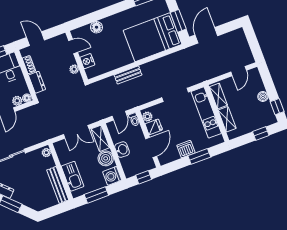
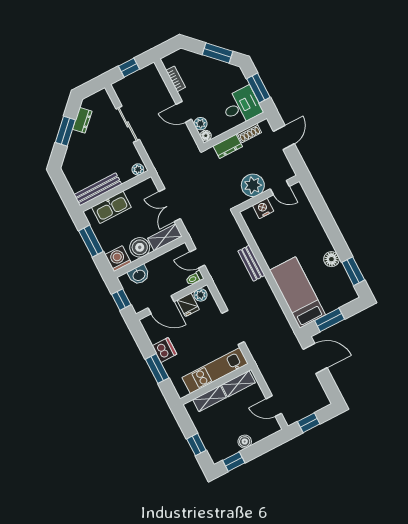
floor lamp: (96, 27) -> (331, 259), moved
bed: (153, 37) -> (298, 293), width x0.67
door: (73, 46) -> (280, 188), hinge flipped
window: (255, 46) -> (309, 423), added
plant: (74, 69) -> (253, 185), width x1.88, depth x1.88
washbasin: (122, 150) -> (139, 275), moved

